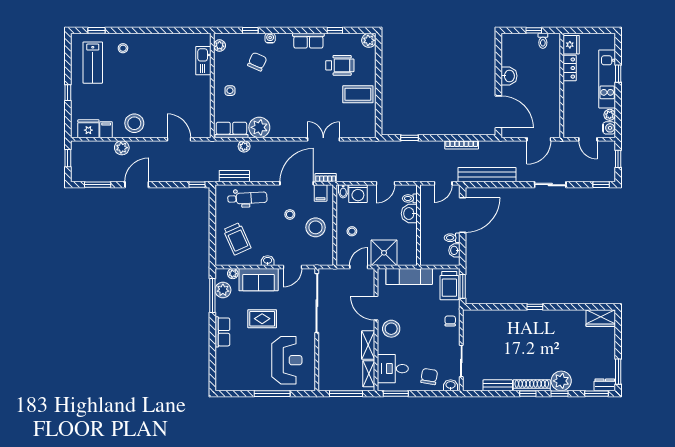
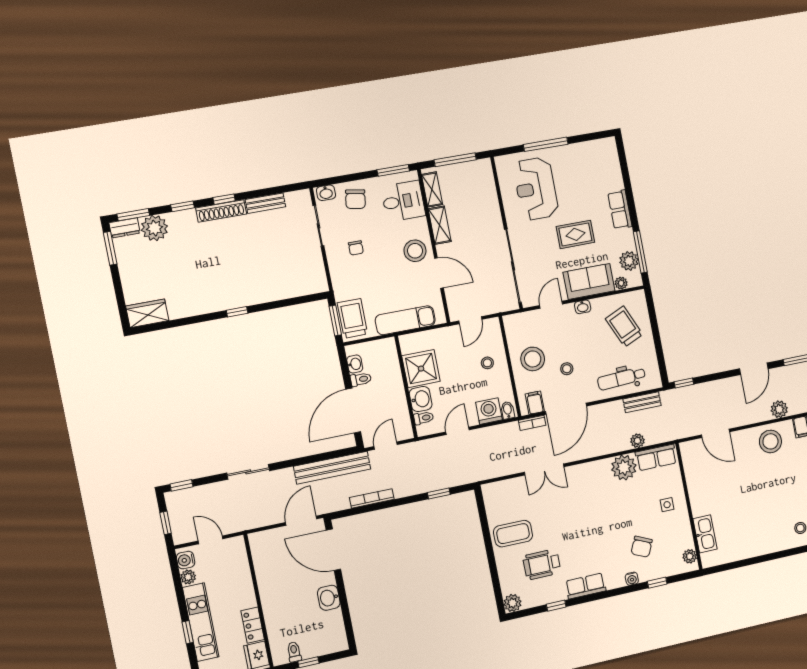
door: (539, 139) -> (301, 521), moved
shower: (384, 253) -> (421, 369), moved
chair: (450, 321) -> (356, 248), moved
plant: (561, 381) -> (154, 228), moved

